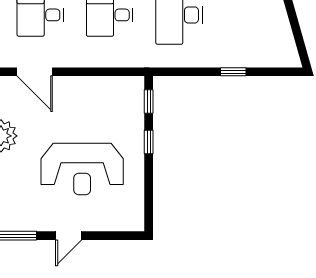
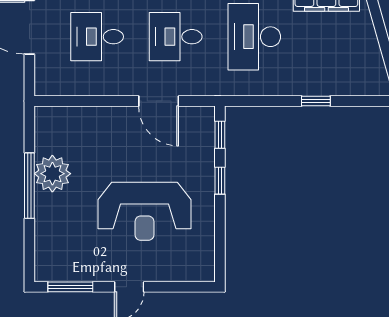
door: (35, 72) -> (159, 101), moved

